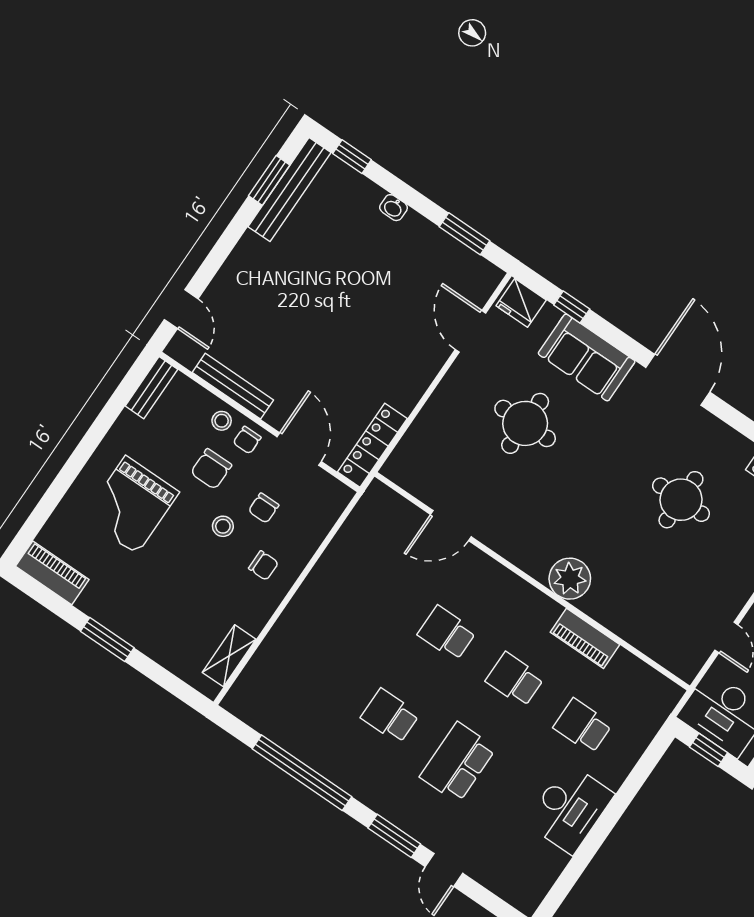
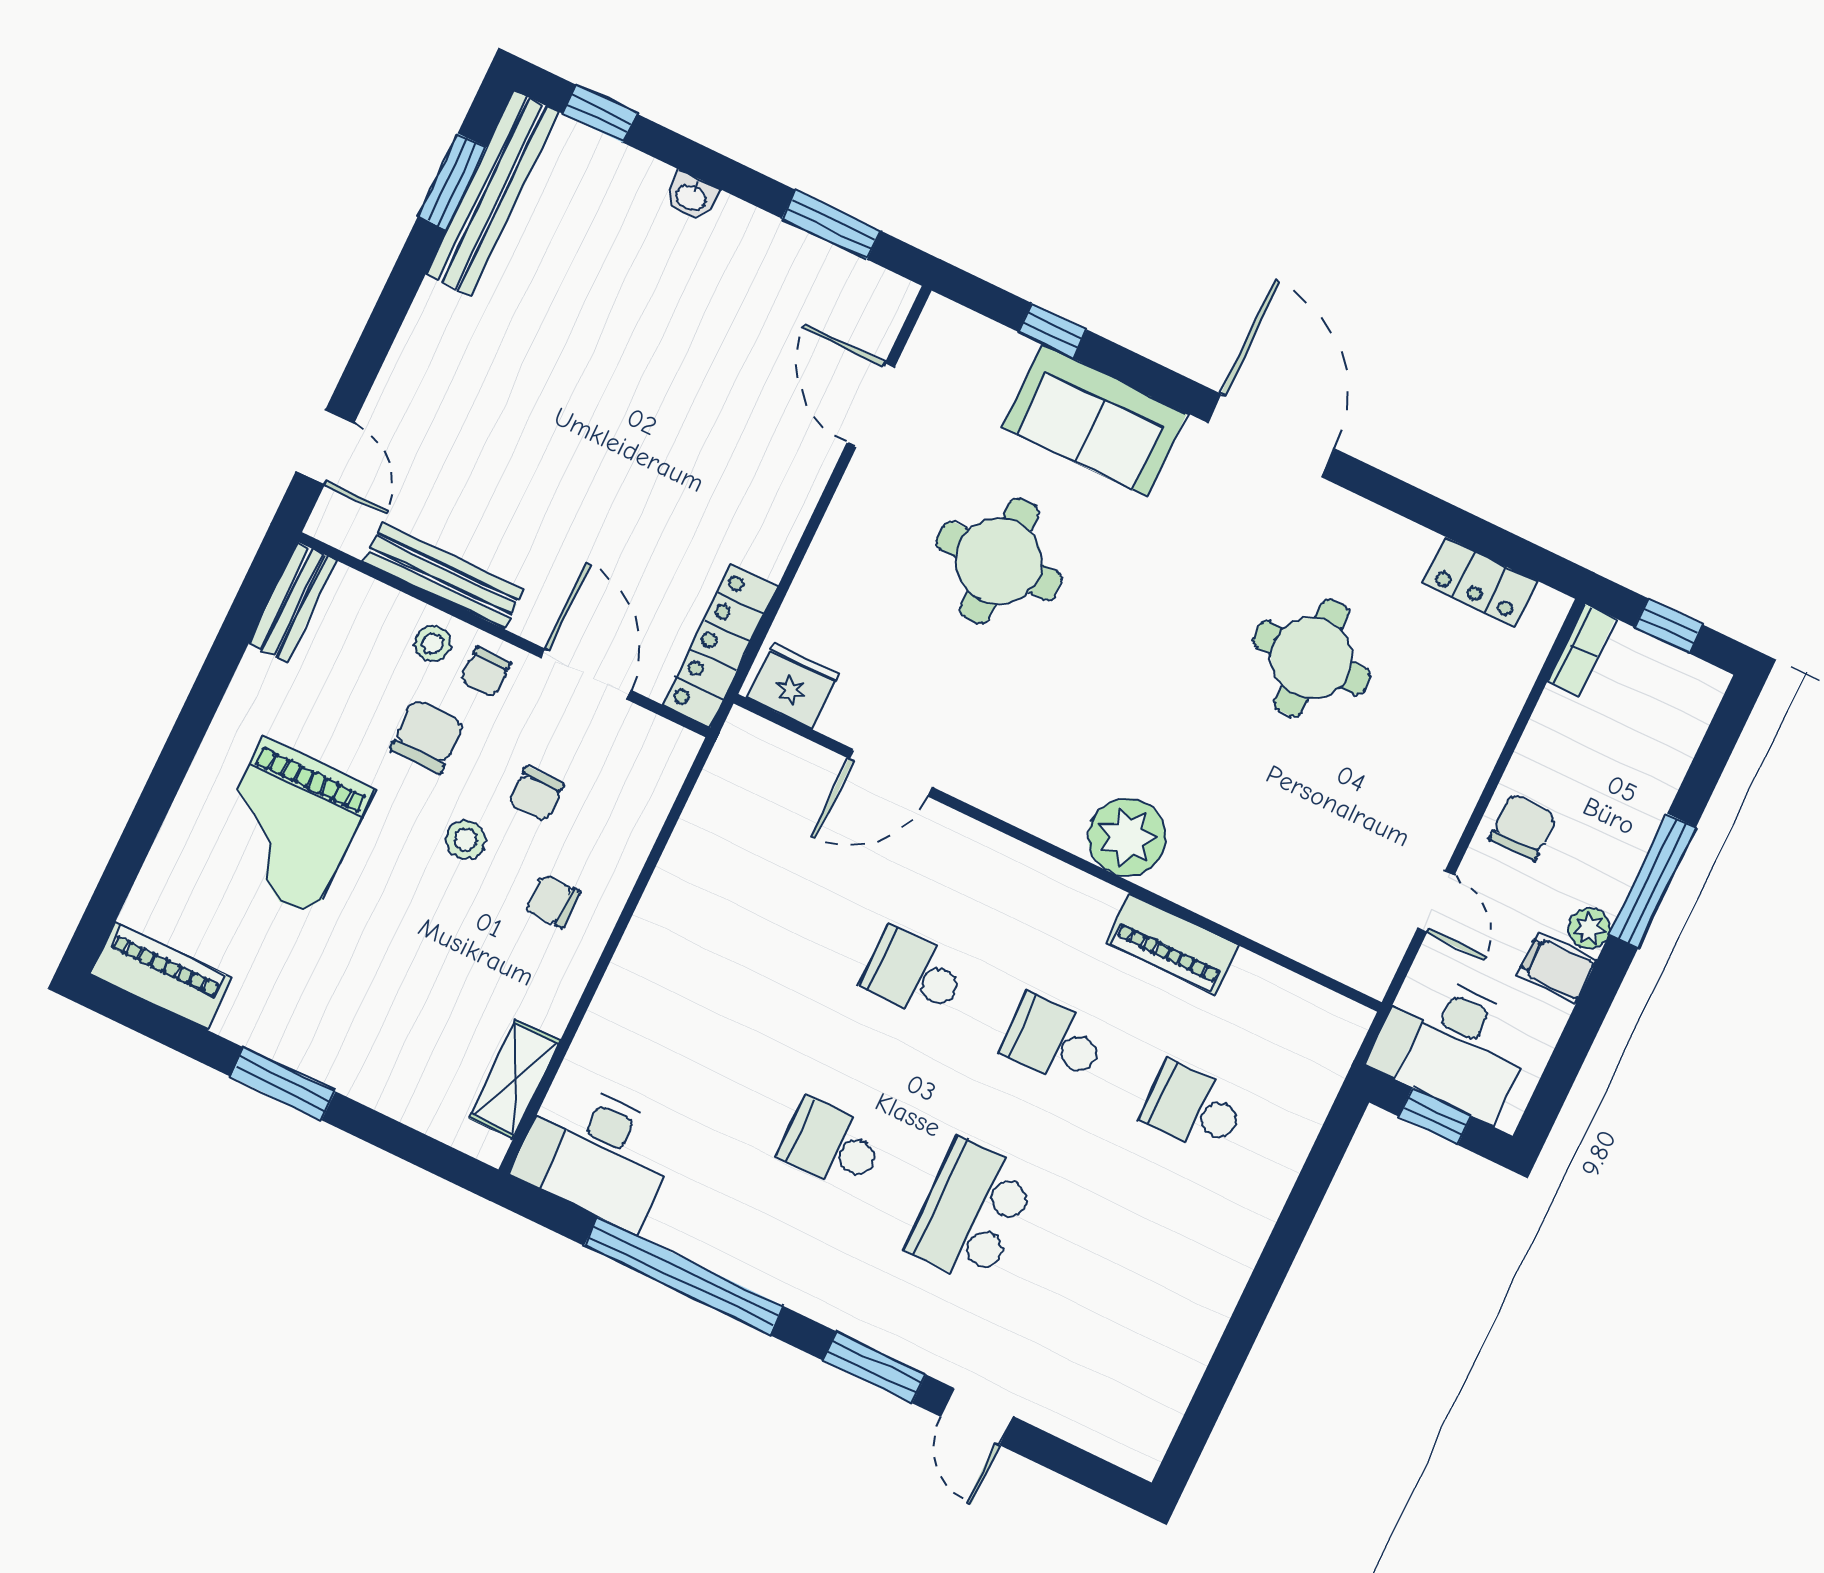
fridge: (521, 303) -> (794, 686), moved, turned 180
chair: (211, 469) -> (427, 736), turned 180
chair: (263, 565) -> (553, 901), turned 180
desk: (570, 809) -> (597, 1154), moved, turned 90

